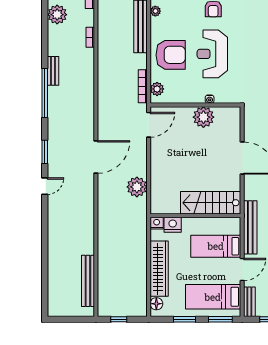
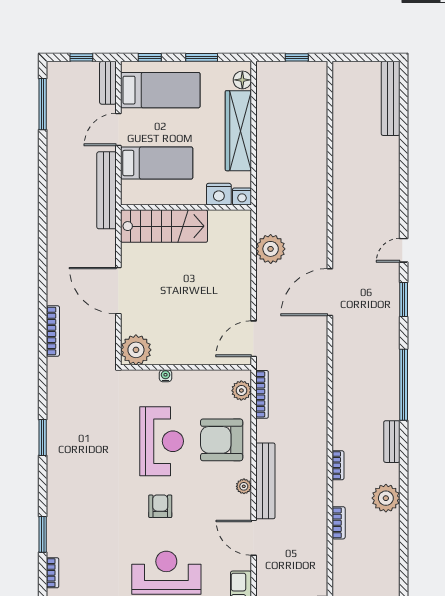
plant: (155, 11) -> (244, 486), moved
bench: (53, 71) -> (392, 442), moved
plant: (203, 117) -> (136, 350), moved
bench: (88, 281) -> (391, 98), moved
window: (220, 319) -> (150, 57), width x0.67

